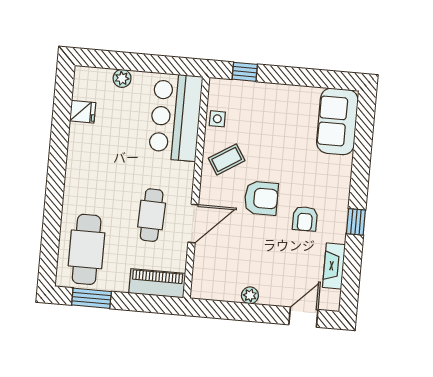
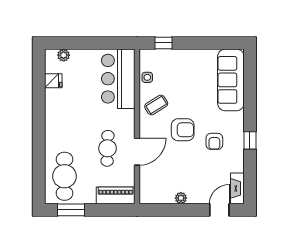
plant: (122, 78) -> (64, 55), moved
sofa: (337, 121) -> (231, 80), width x1.36
fireplace: (334, 266) -> (237, 188), moved

